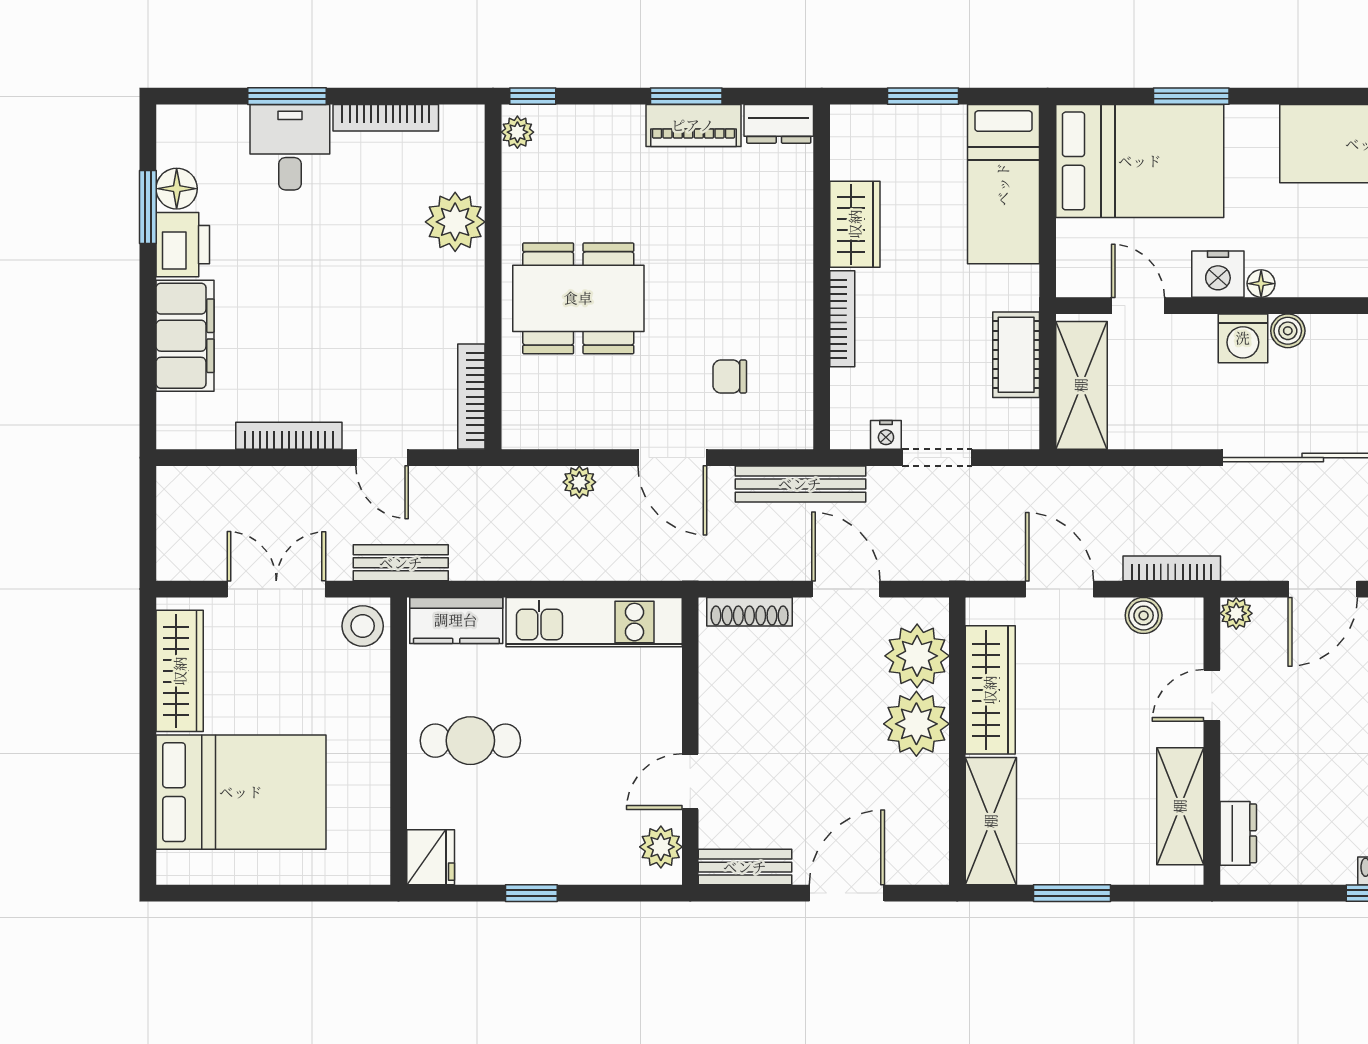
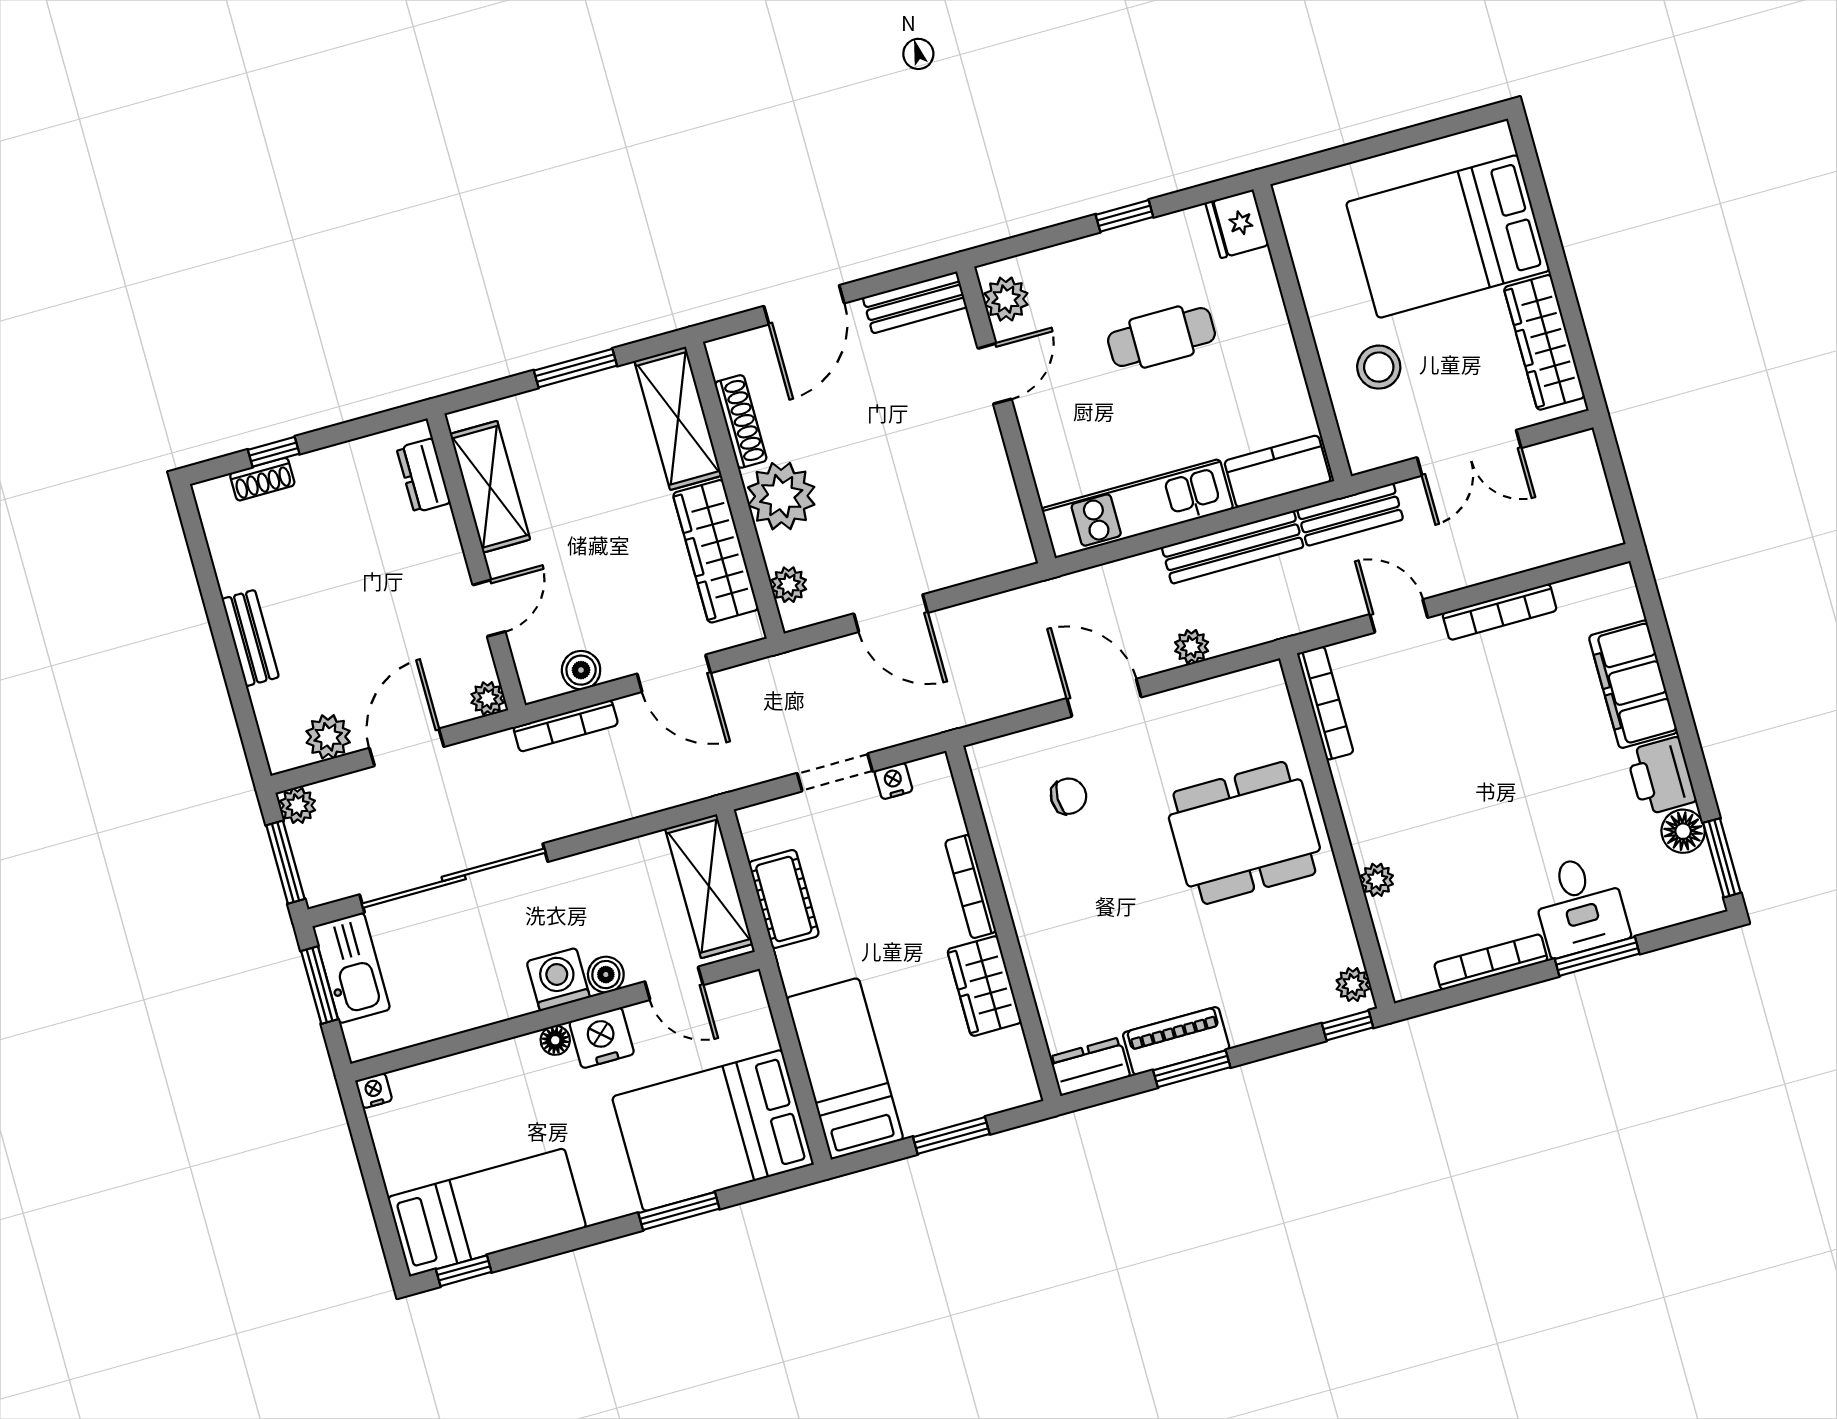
window: (148, 207) -> (1722, 858), moved
plant: (455, 222) -> (1377, 880), width x0.53, depth x0.53
boiler: (1288, 331) -> (606, 975), moved
bench: (800, 484) -> (1233, 547), moved
shoe rack: (750, 612) -> (741, 421), moved, turned 90
stool: (363, 626) -> (1379, 367), moved
plant: (917, 656) -> (789, 585), width x0.53, depth x0.53
cafe table: (470, 741) -> (1161, 337), moved

